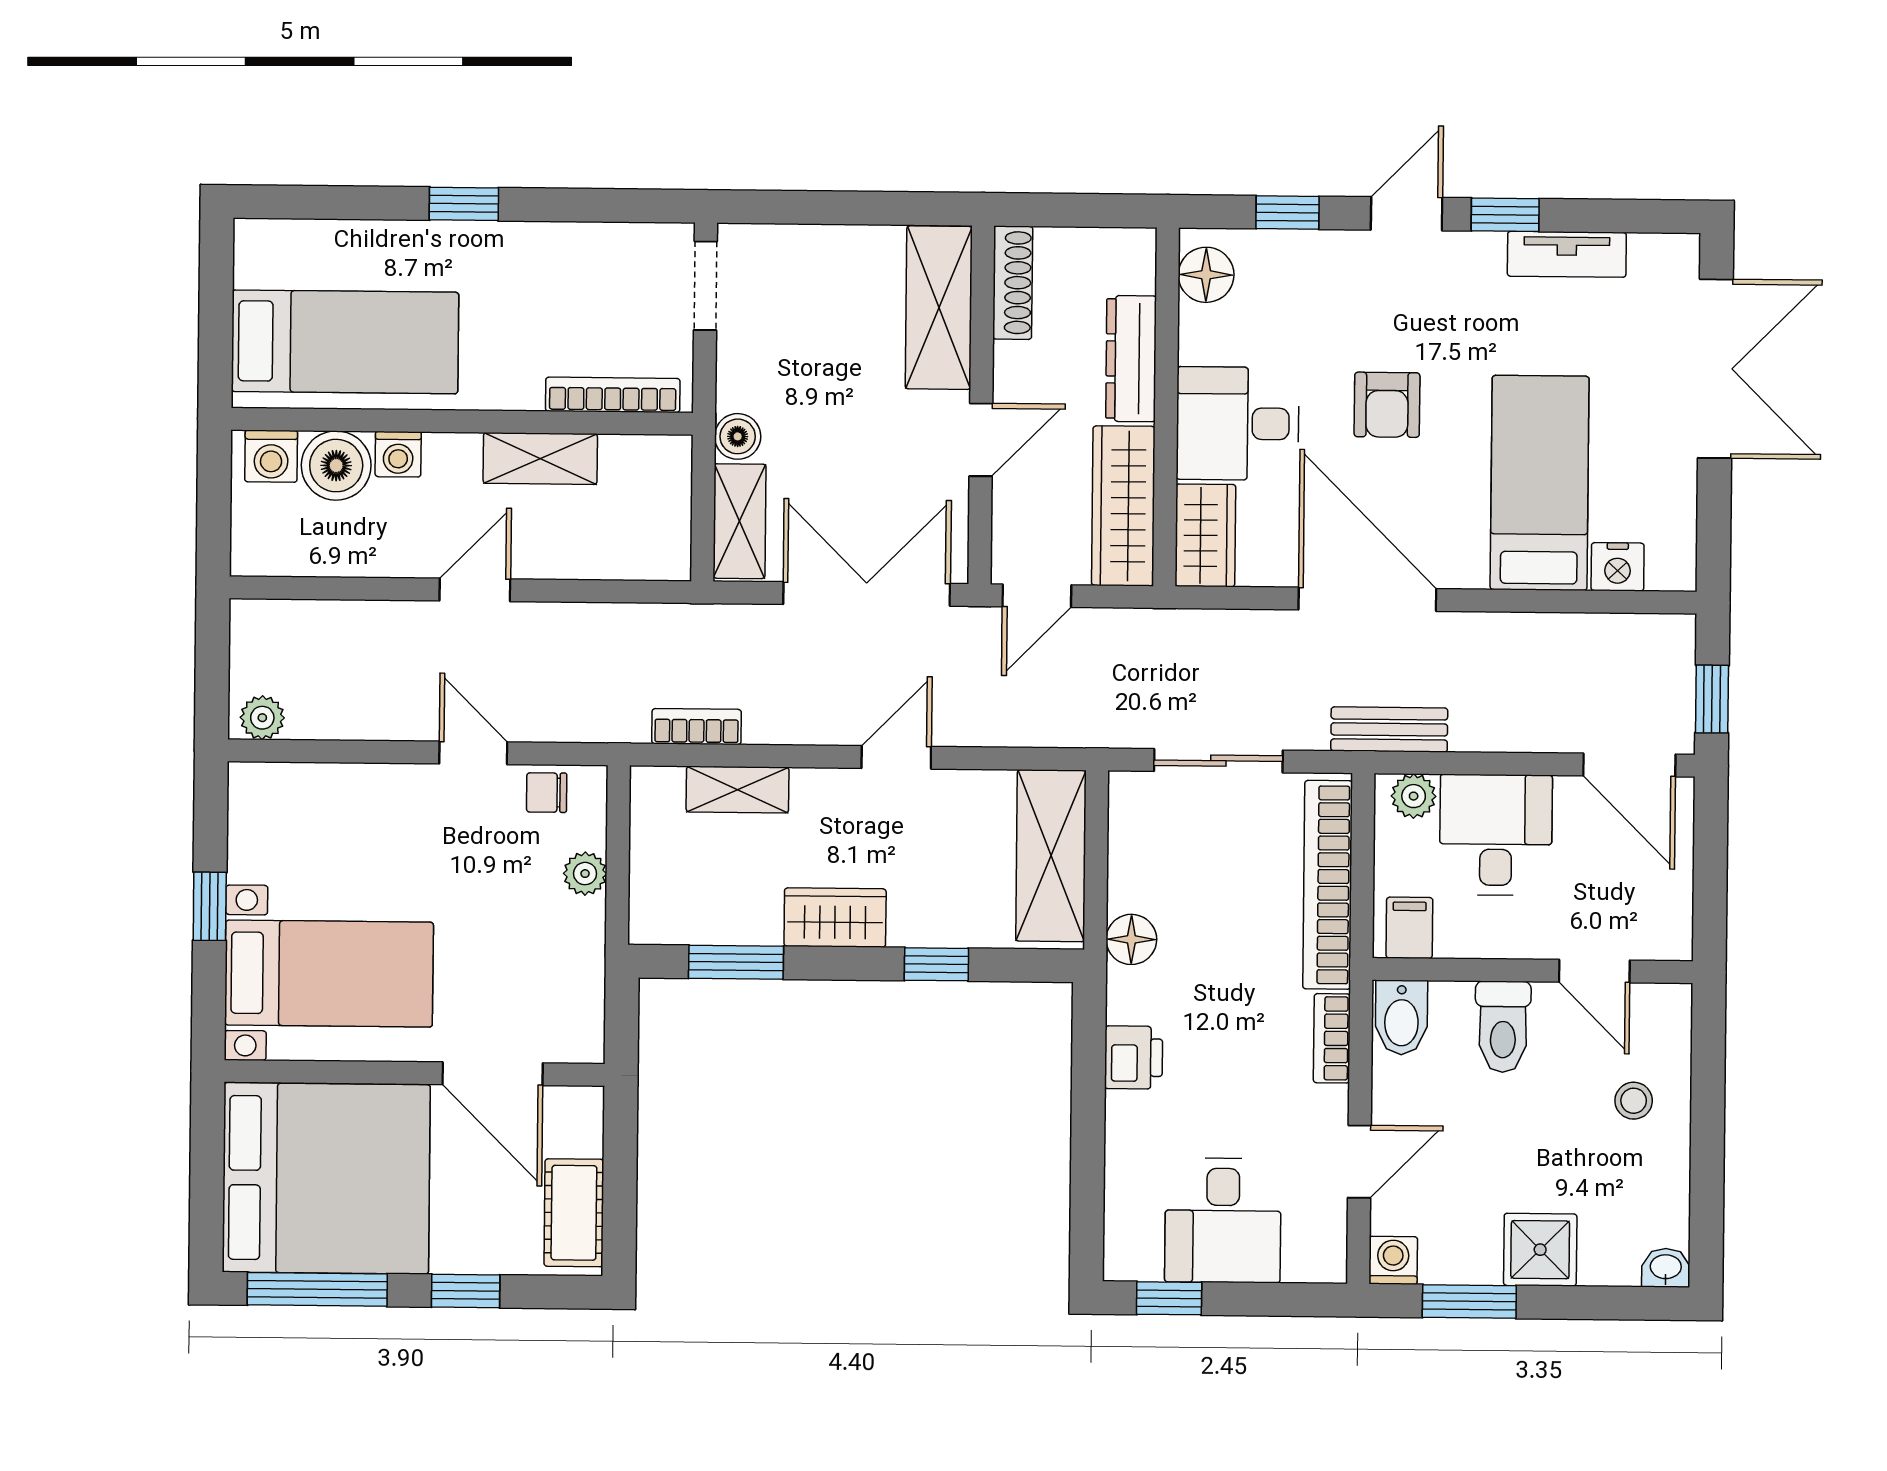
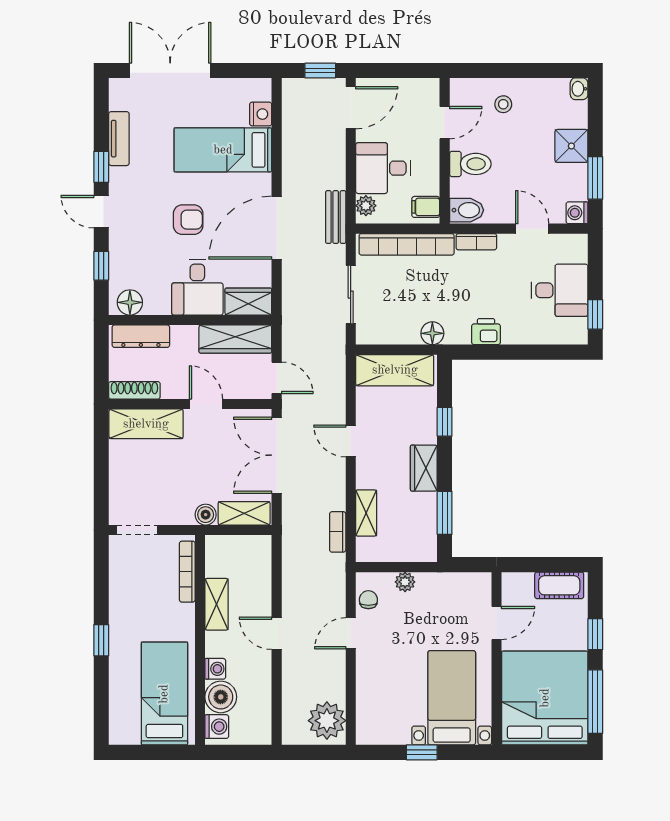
dresser: (1131, 359) -> (141, 336), moved
plant: (262, 718) -> (327, 721), width x1.88, depth x1.88
chair: (547, 793) -> (368, 600), turned 180
door: (493, 1074) -> (496, 623), width x0.73

